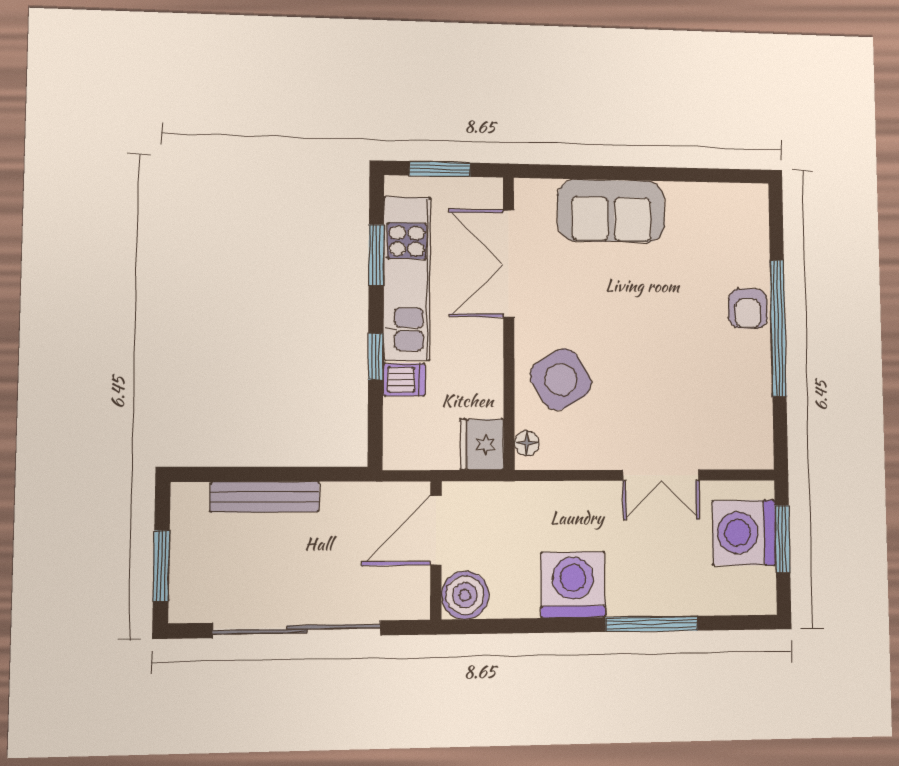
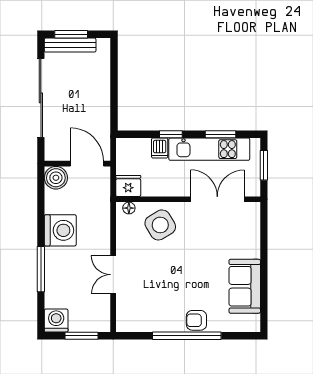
sofa: (611, 211) -> (245, 286), moved
bench: (265, 497) -> (70, 45), moved, turned 90
washing machine: (744, 533) -> (56, 321), moved, width x0.73, depth x0.73

